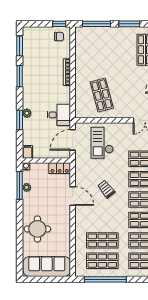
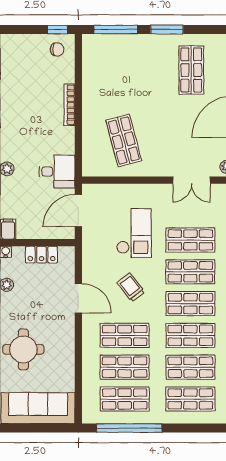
checkout: (102, 143) -> (134, 233), moved, turned 180
locker: (60, 168) -> (41, 255), moved
shop shelf: (102, 220) -> (125, 335), added

